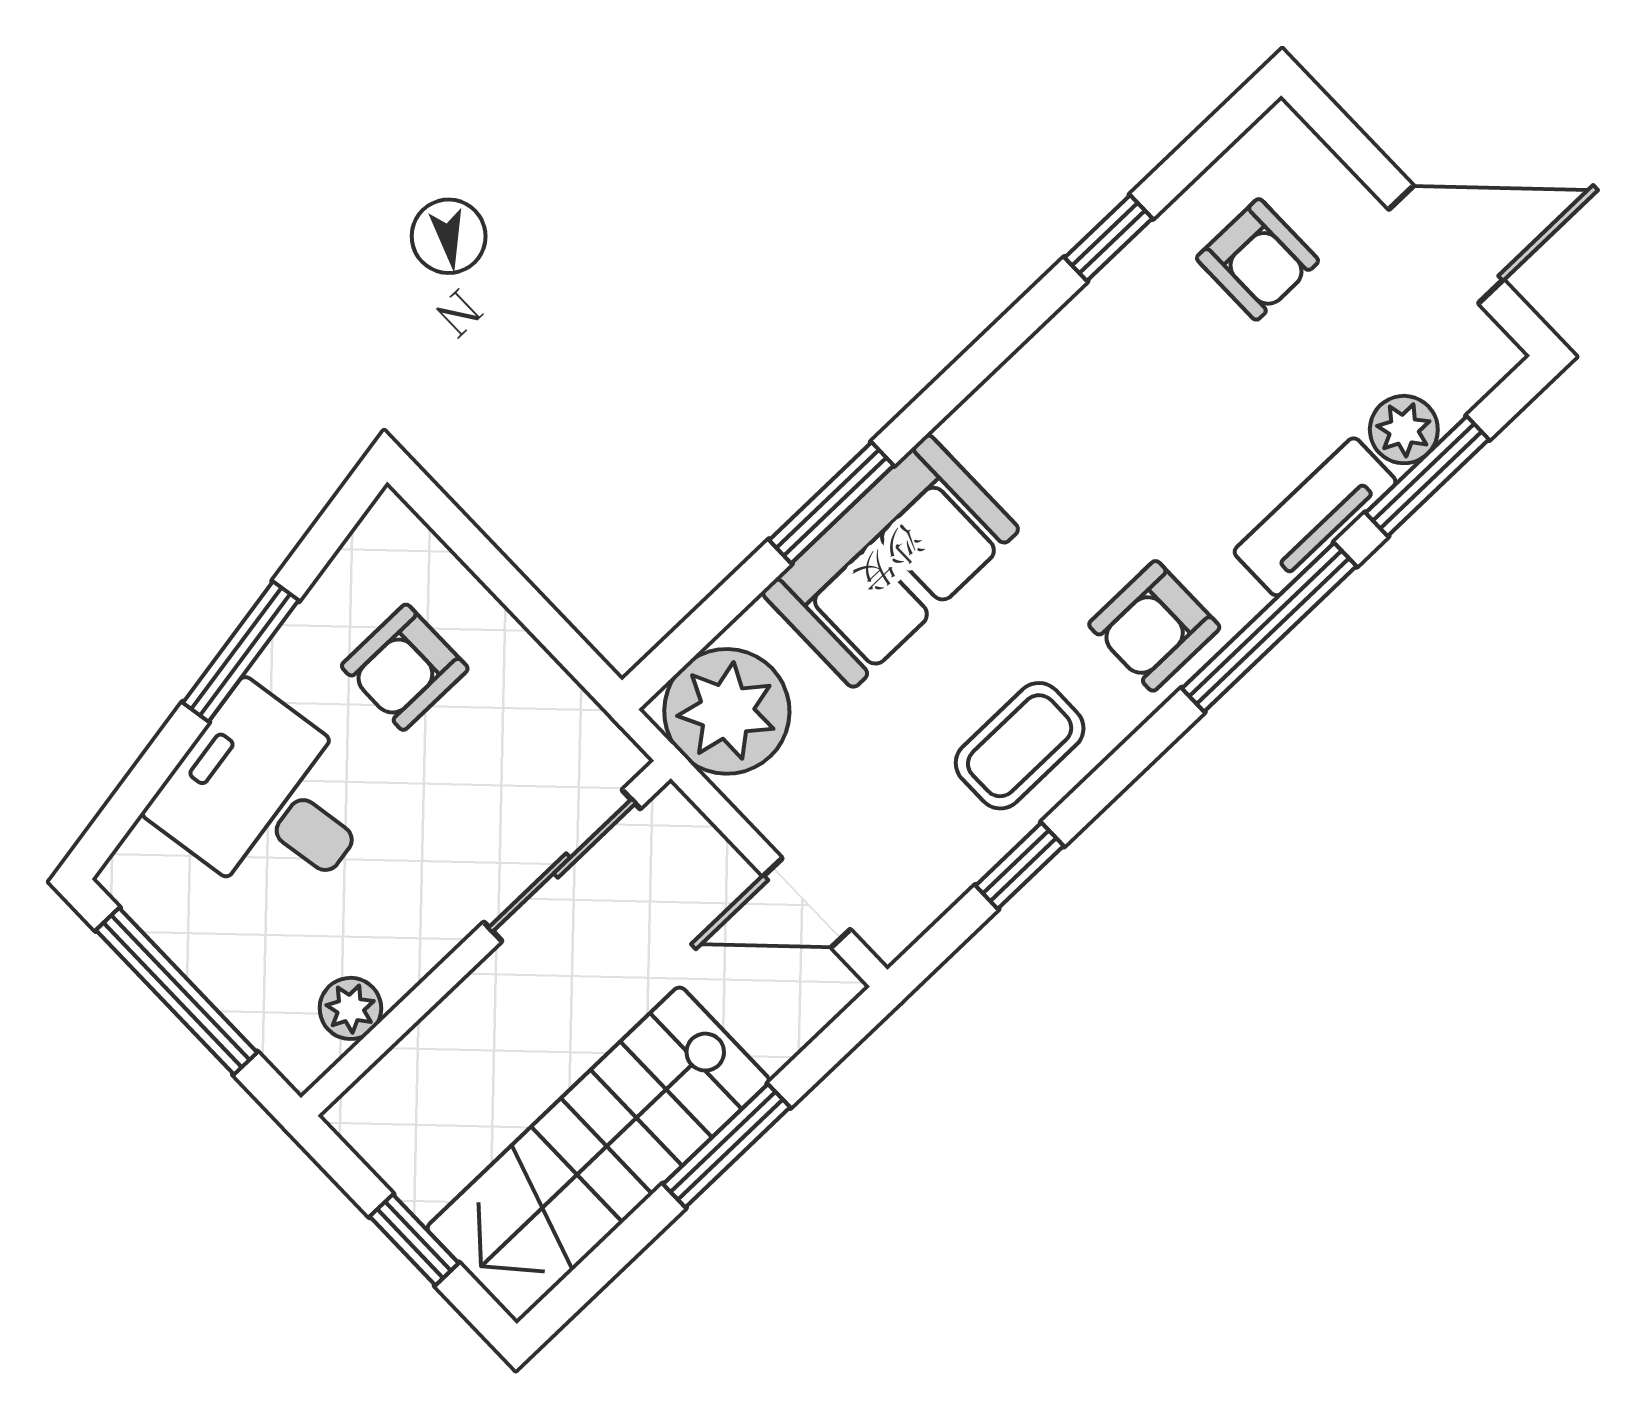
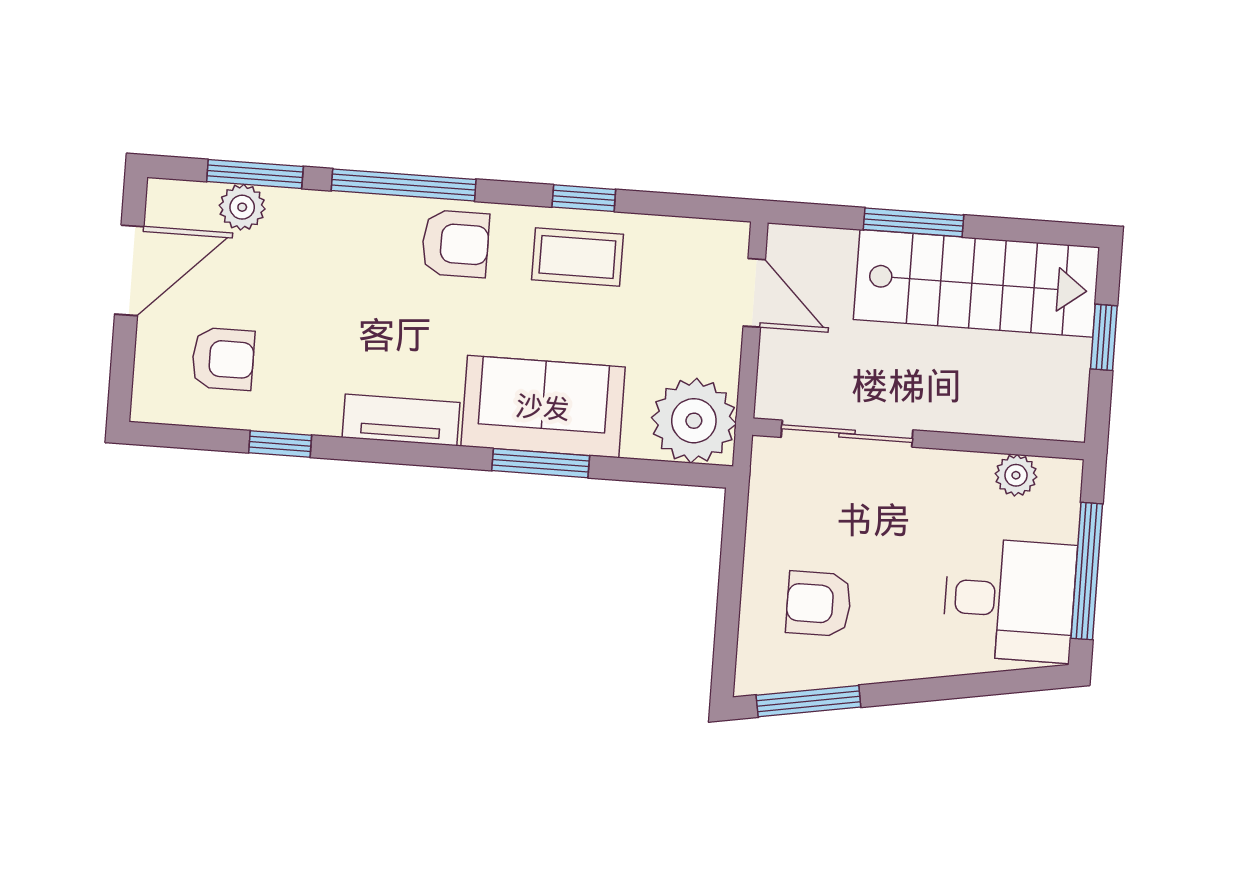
door: (1446, 244) -> (129, 270), swing flipped
armchair: (1258, 259) -> (223, 359), turned 90
tv unit: (1315, 517) -> (401, 420), moved, turned 180
window: (241, 652) -> (808, 701), moved
armchair: (405, 667) -> (819, 604), turned 180
desk: (267, 800) -> (1009, 600), moved, turned -80
window: (1020, 866) -> (584, 198), moved

